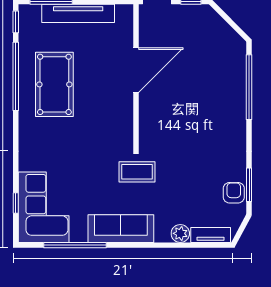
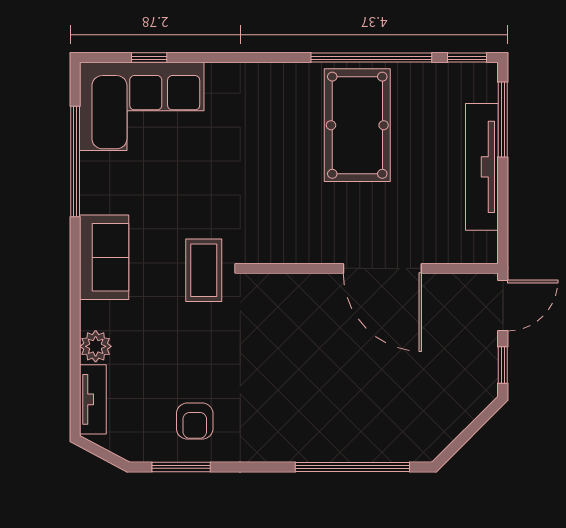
pool table: (54, 84) -> (357, 125), turned 90
armchair: (234, 193) -> (195, 421), moved, turned 90
sofa: (121, 229) -> (104, 257), width x0.73

